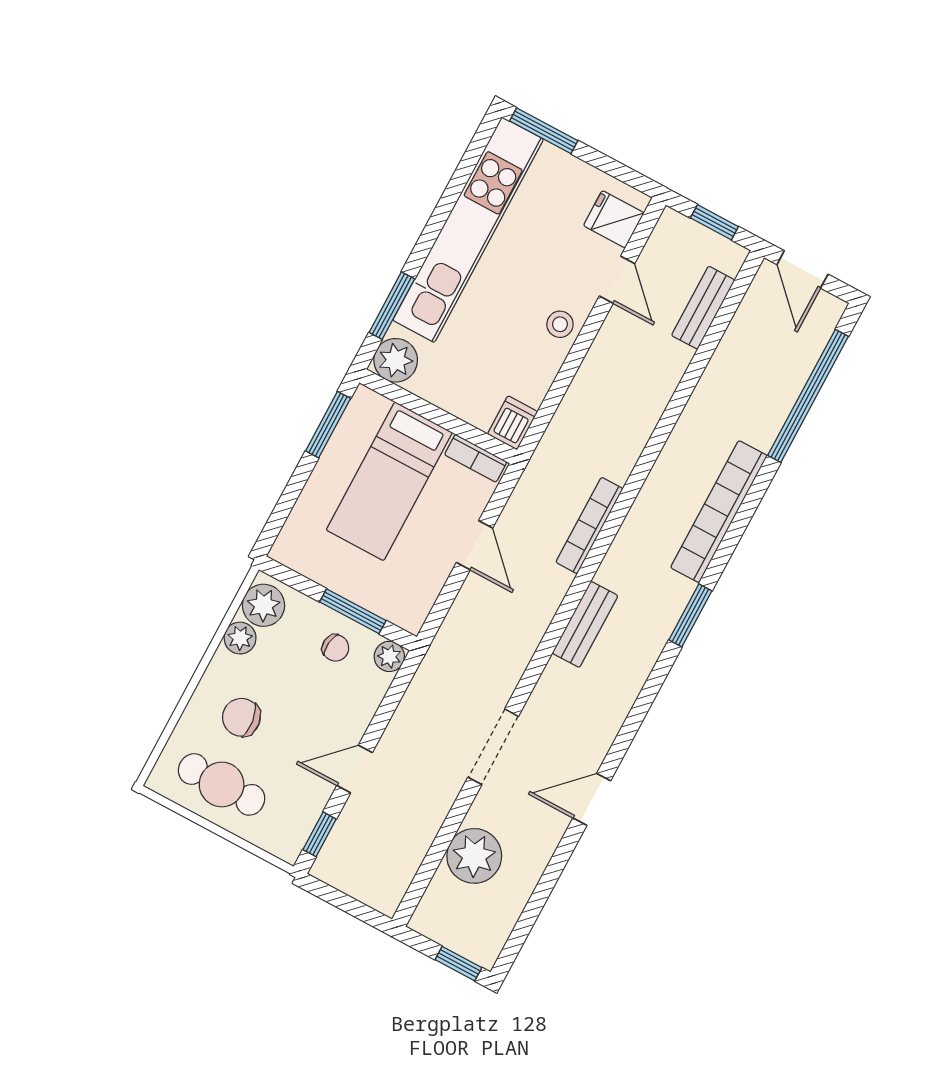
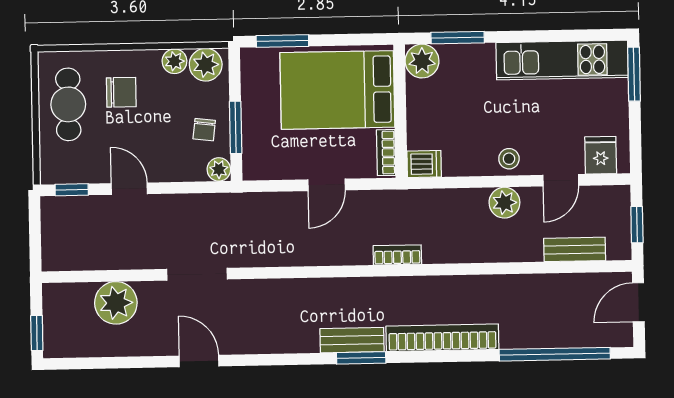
kitchen unit: (468, 230) -> (562, 60), width x0.73
plant: (606, 357) -> (504, 203), added
window: (328, 425) -> (282, 41), moved
bed: (389, 481) -> (337, 90), width x1.50
bookcase: (589, 525) -> (397, 255), width x0.64
bench: (585, 624) -> (352, 340), moved
chair: (241, 717) -> (121, 92), turned 97

